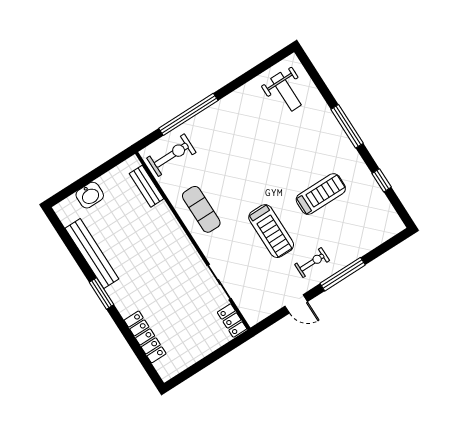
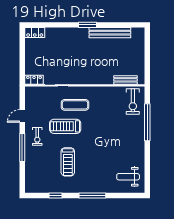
washbasin: (90, 195) -> (139, 50), removed
exercise mat: (201, 209) -> (75, 105), moved
locker: (145, 337) -> (35, 33), moved, width x0.66

